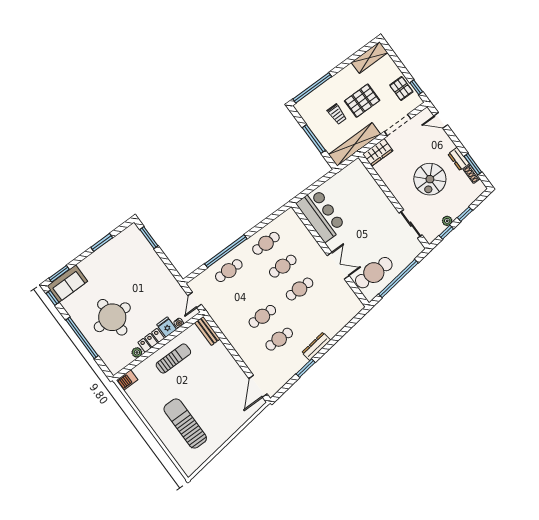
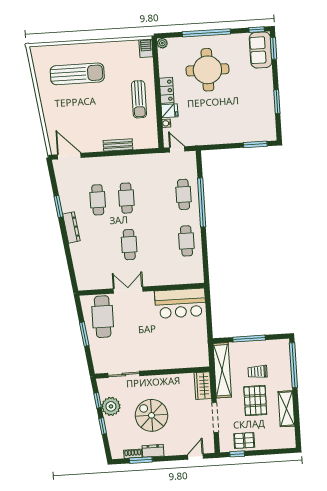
shelving: (370, 58) -> (286, 409), moved
plant: (447, 221) -> (111, 406), width x1.88, depth x1.88
cafe table: (283, 266) -> (158, 243), removed
double door: (338, 266) -> (128, 290), swing flipped
window: (398, 279) -> (84, 334), width x0.47
bench: (207, 331) -> (118, 145), moved
plant: (137, 352) -> (162, 43), moved

